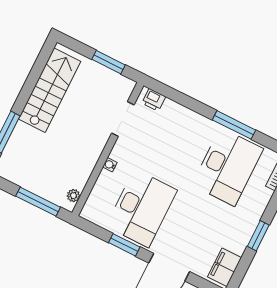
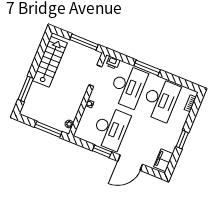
window: (109, 62) -> (84, 42), width x1.44
window: (234, 125) -> (147, 68), moved
desk: (175, 141) -> (128, 86), added

